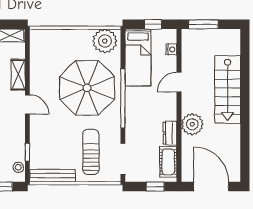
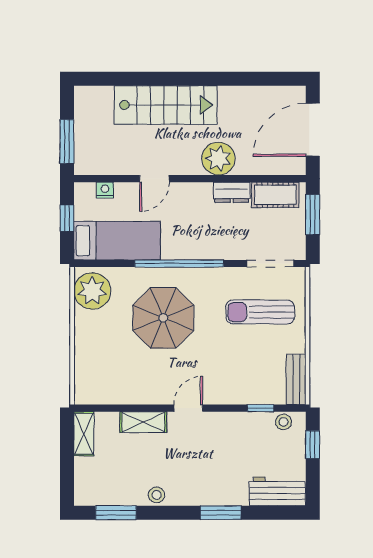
door: (179, 82) -> (154, 179), hinge flipped
parasol: (87, 88) -> (163, 318), width x0.73, depth x0.73
bench: (52, 176) -> (296, 379), width x0.73
window: (155, 187) -> (313, 215), width x1.50

